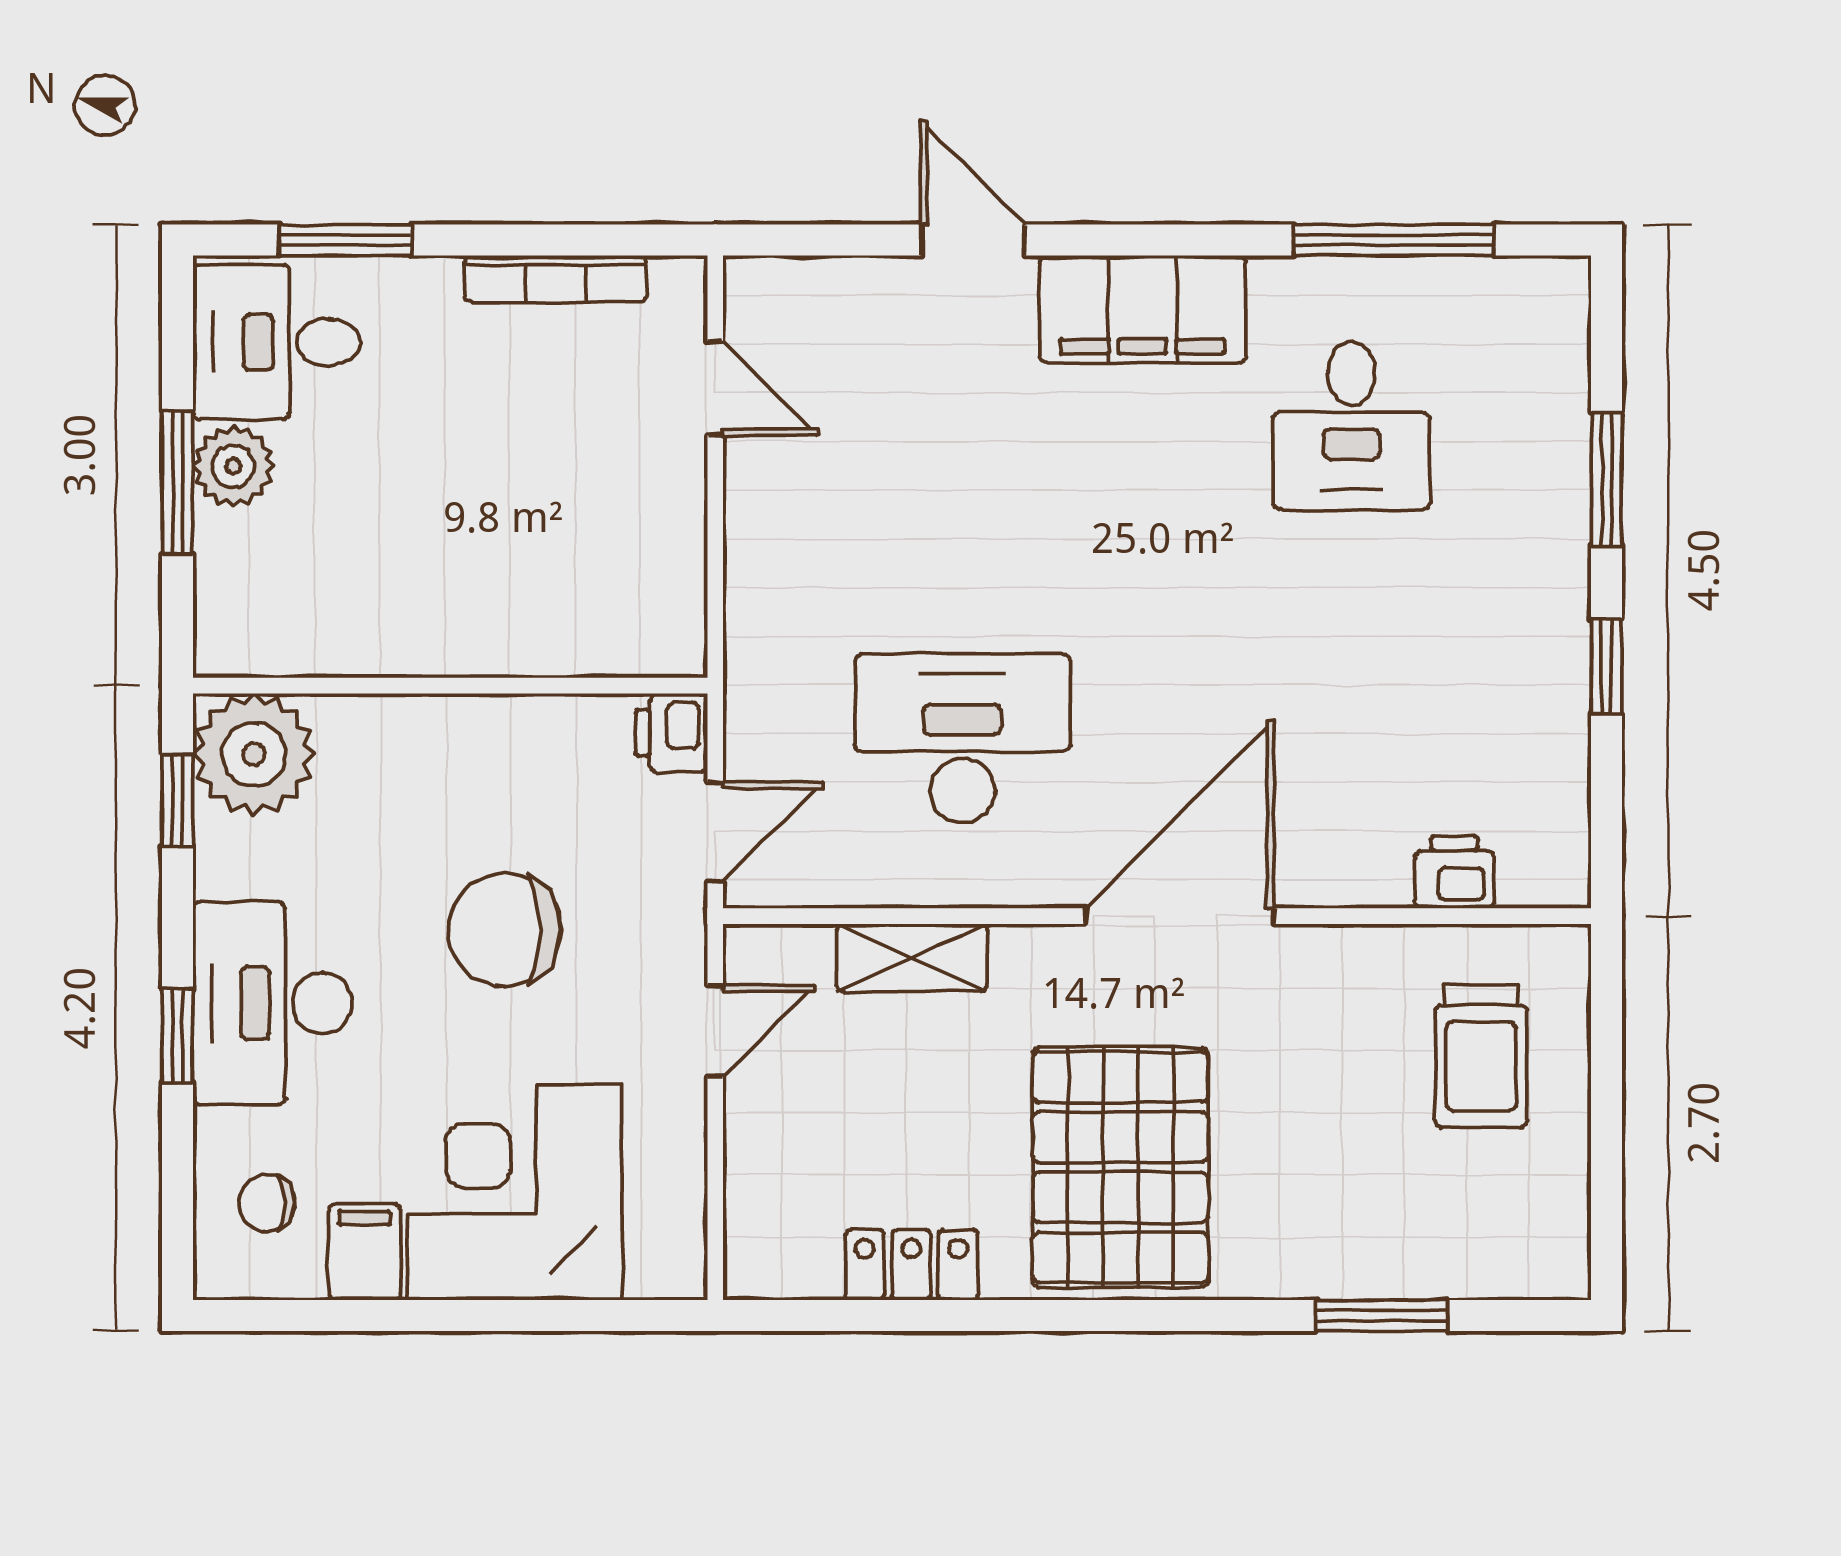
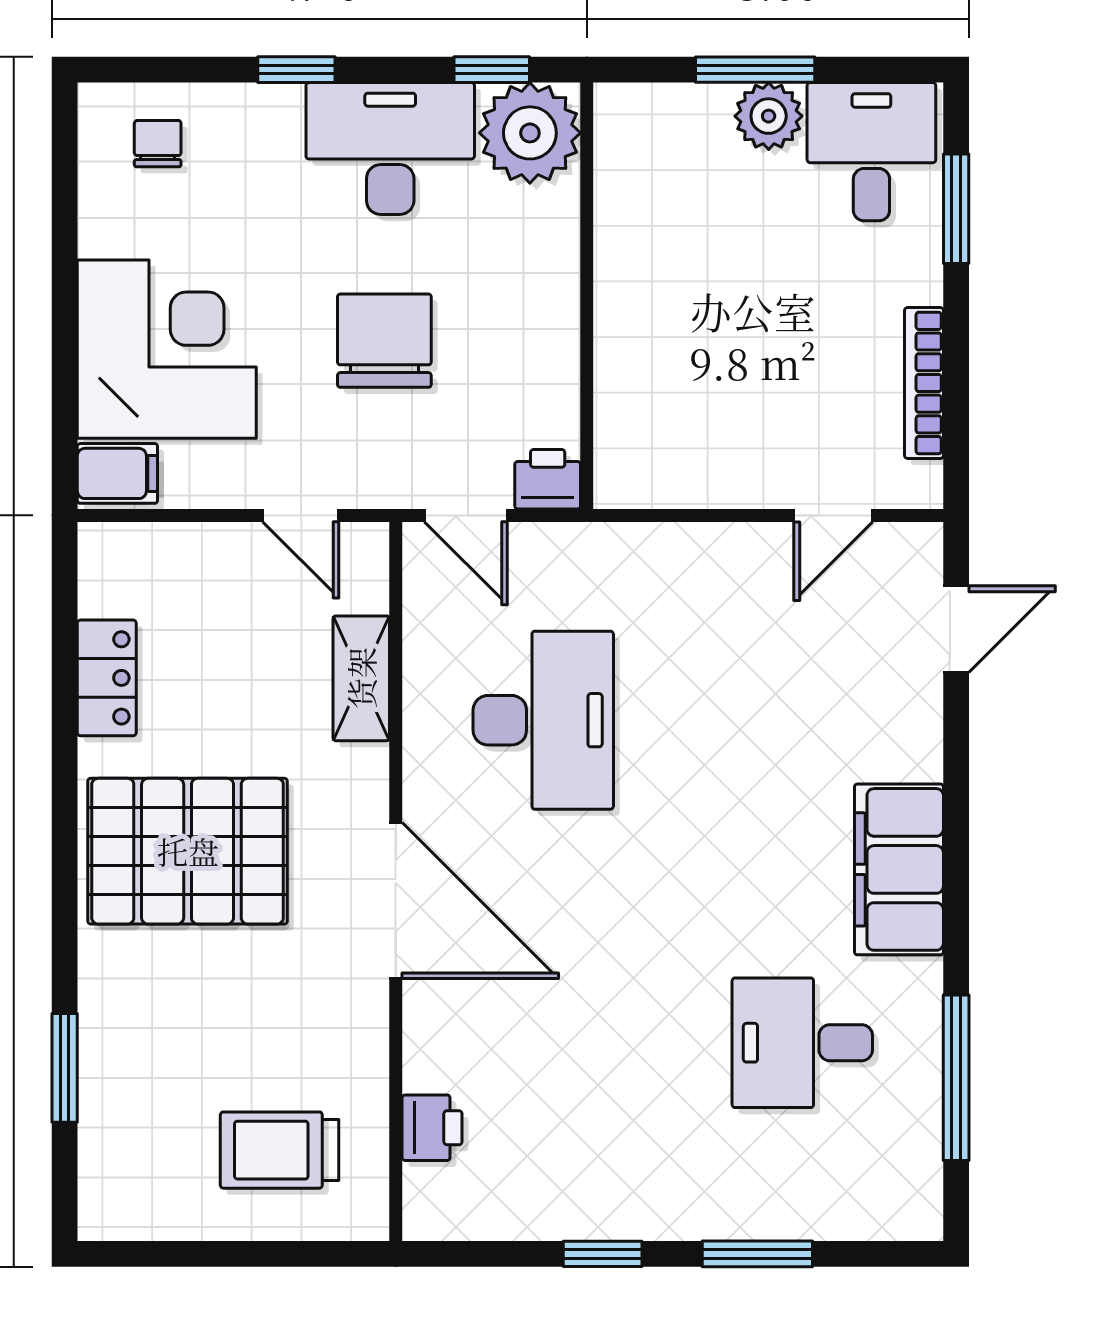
door: (972, 240) -> (956, 629), moved
desk: (273, 1003) -> (390, 149), moved
filing cabinet: (365, 1252) -> (117, 473), moved

